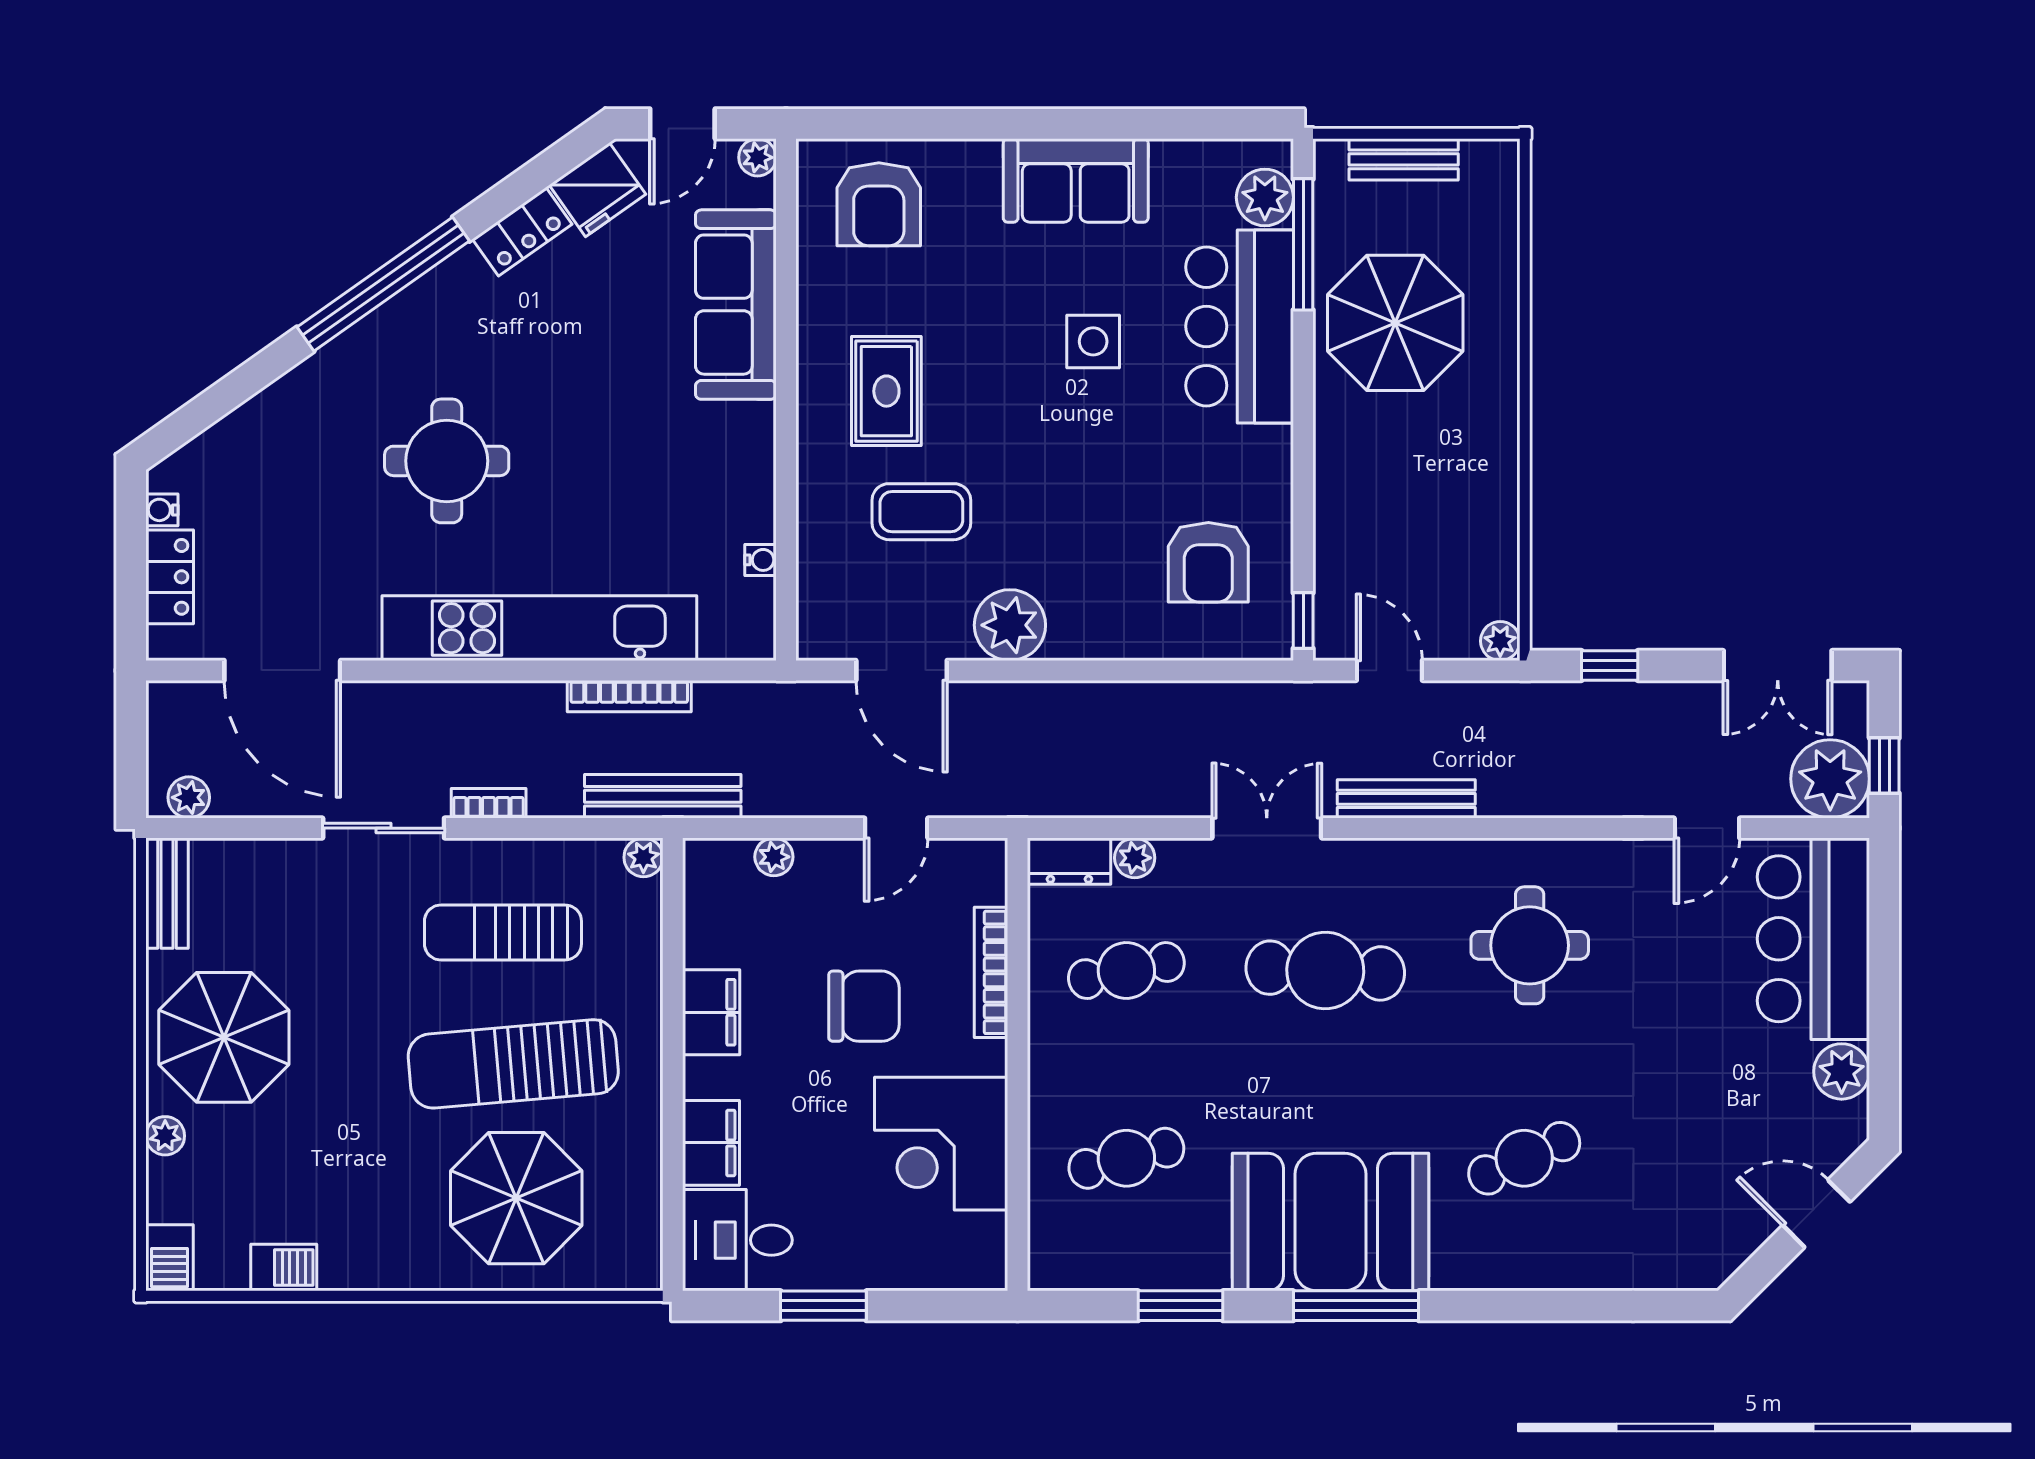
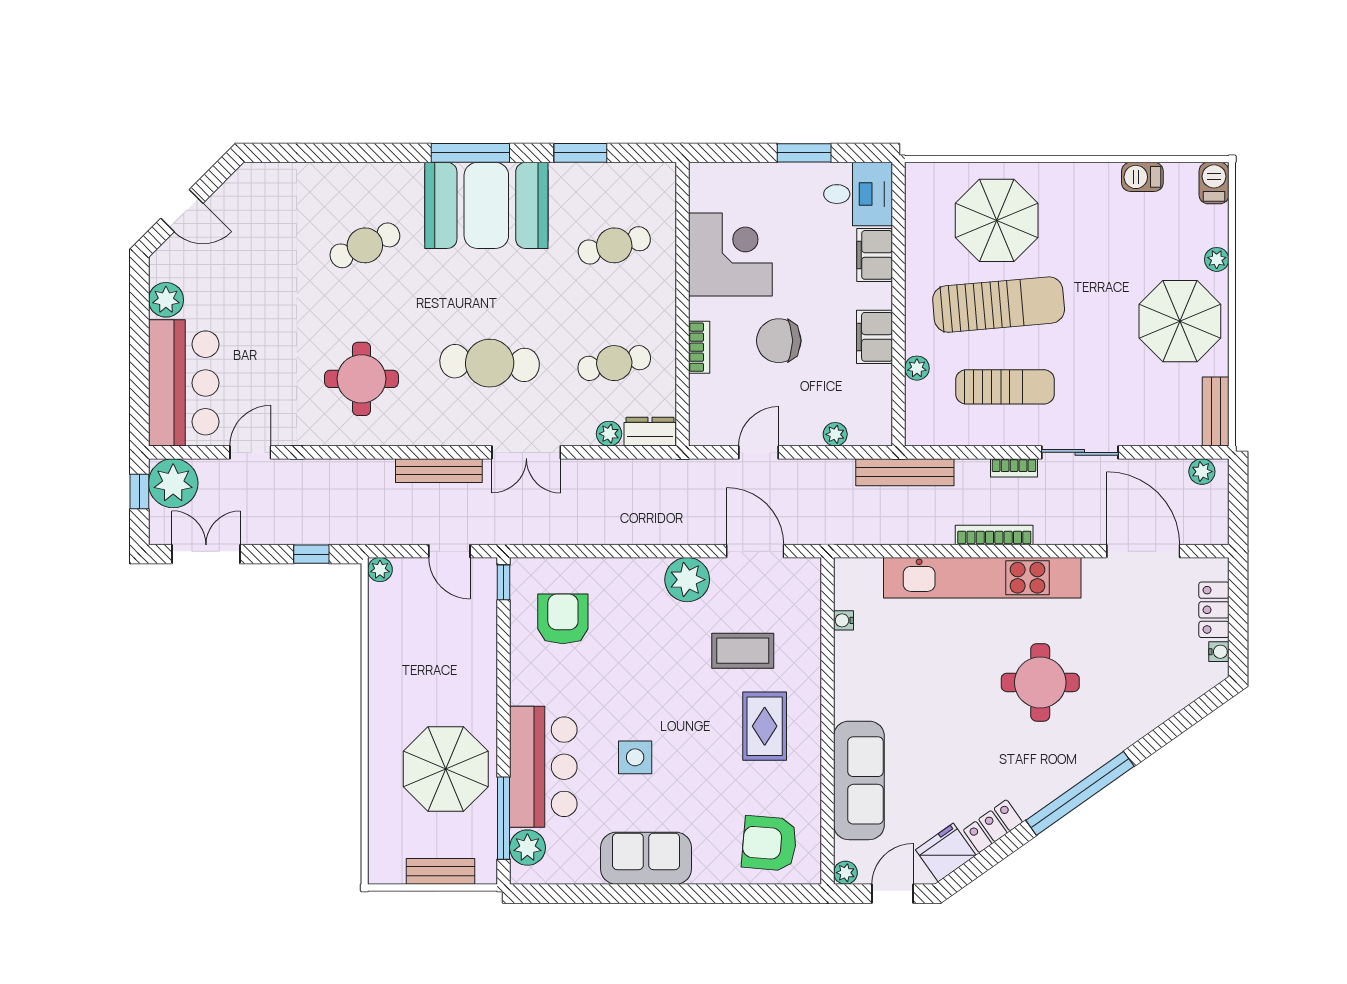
armchair: (879, 204) -> (769, 843), turned -85
bookcase: (629, 696) -> (994, 535), moved
plant: (643, 857) -> (917, 368), moved
bookcase: (991, 972) -> (699, 347), width x0.64

